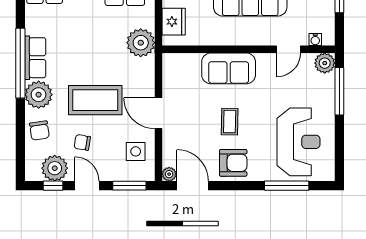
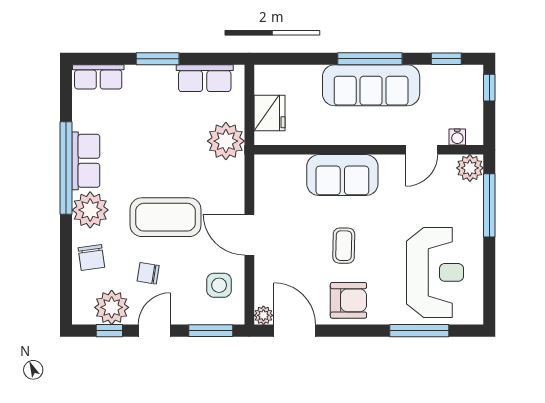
door: (87, 186) -> (154, 331), hinge flipped

